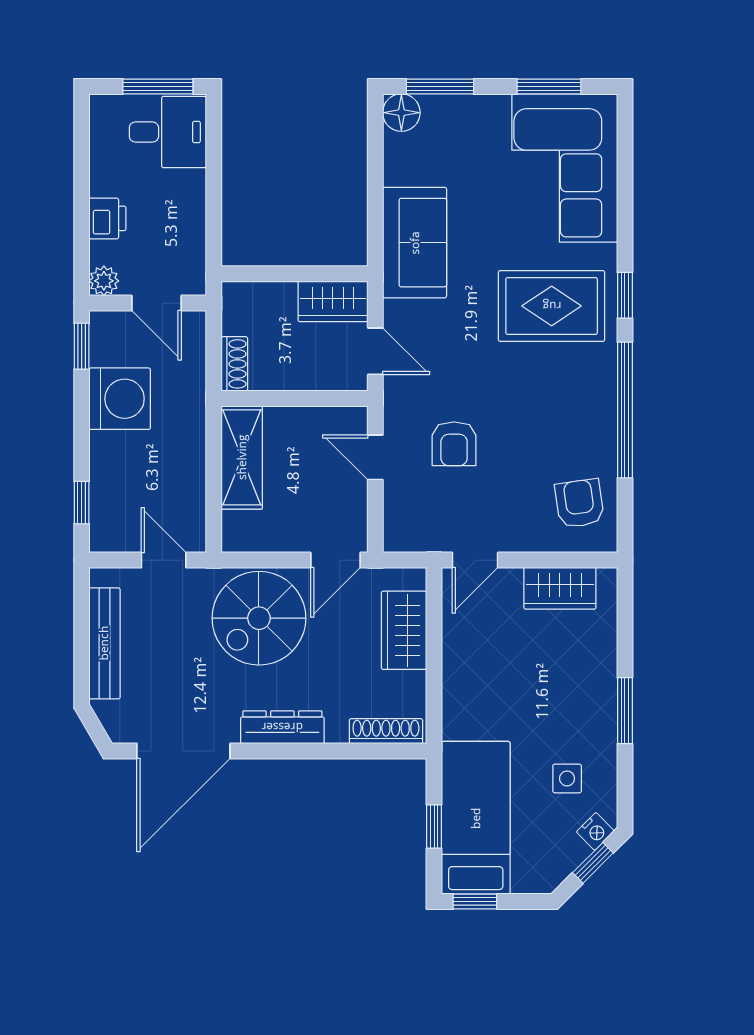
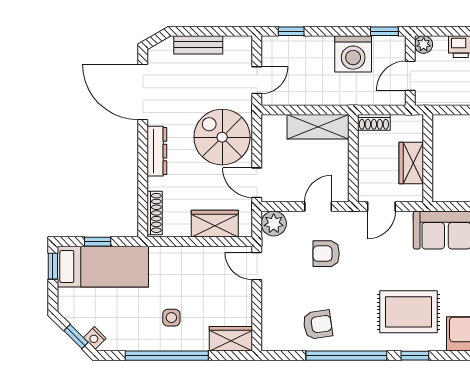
wardrobe: (333, 301) -> (411, 163), moved
rug: (552, 306) -> (408, 312), turned 90
armchair: (579, 503) -> (318, 325), moved
plant: (404, 532) -> (274, 223), added
wardrobe: (560, 588) -> (231, 339), moved, turned 90
bench: (104, 643) -> (198, 45), width x0.73
window: (625, 711) -> (167, 356), width x2.11
side table: (567, 778) -> (171, 318), moved

